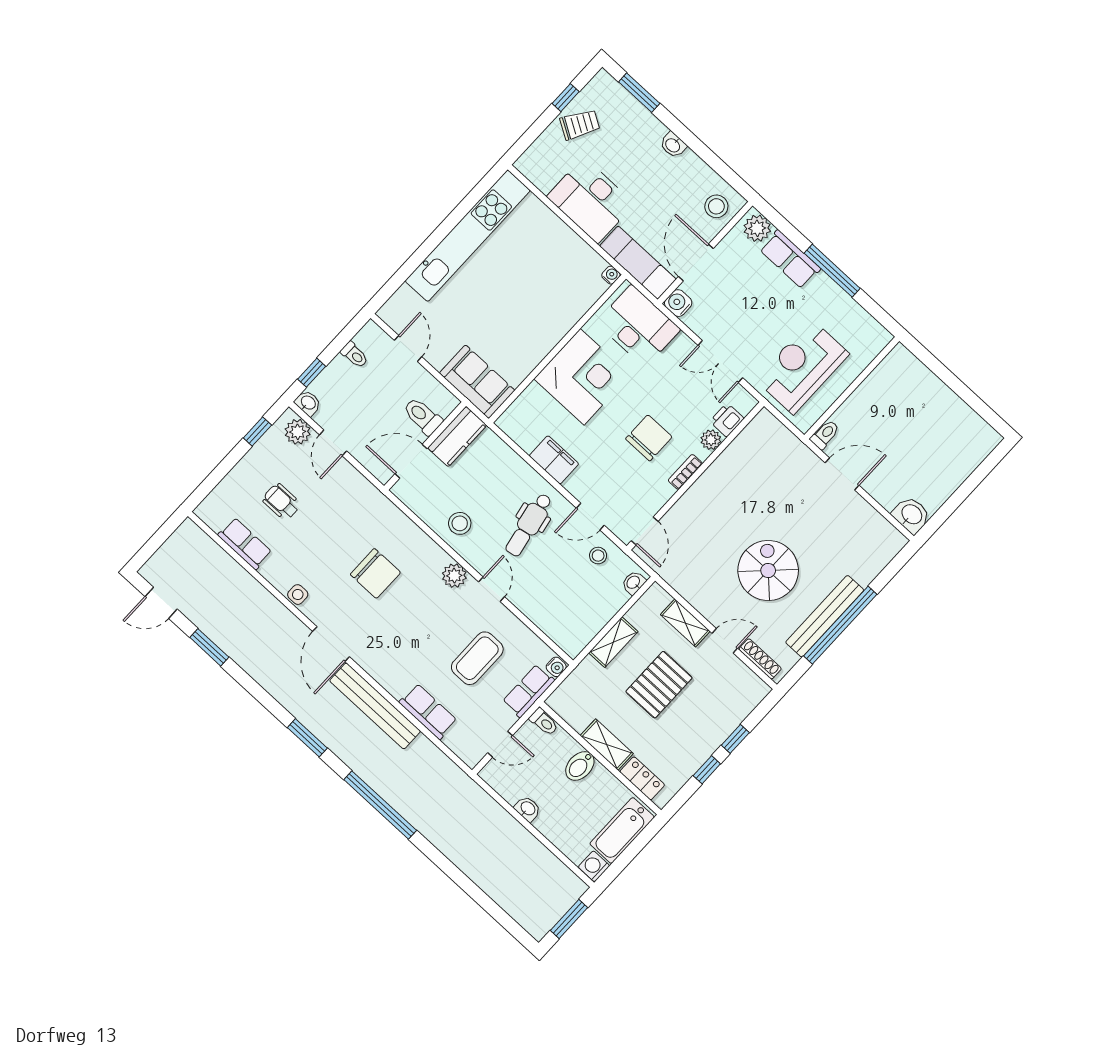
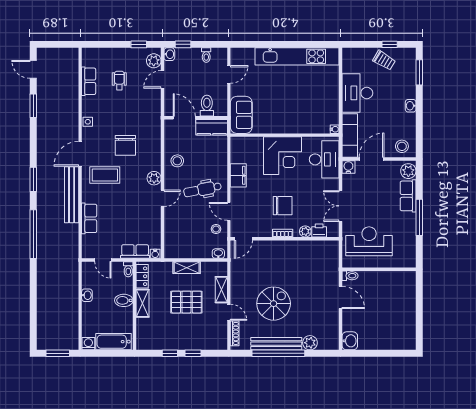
plant: (865, 570) -> (310, 343), added
coffee table: (477, 658) -> (105, 175), moved
locker: (642, 778) -> (142, 276), moved

